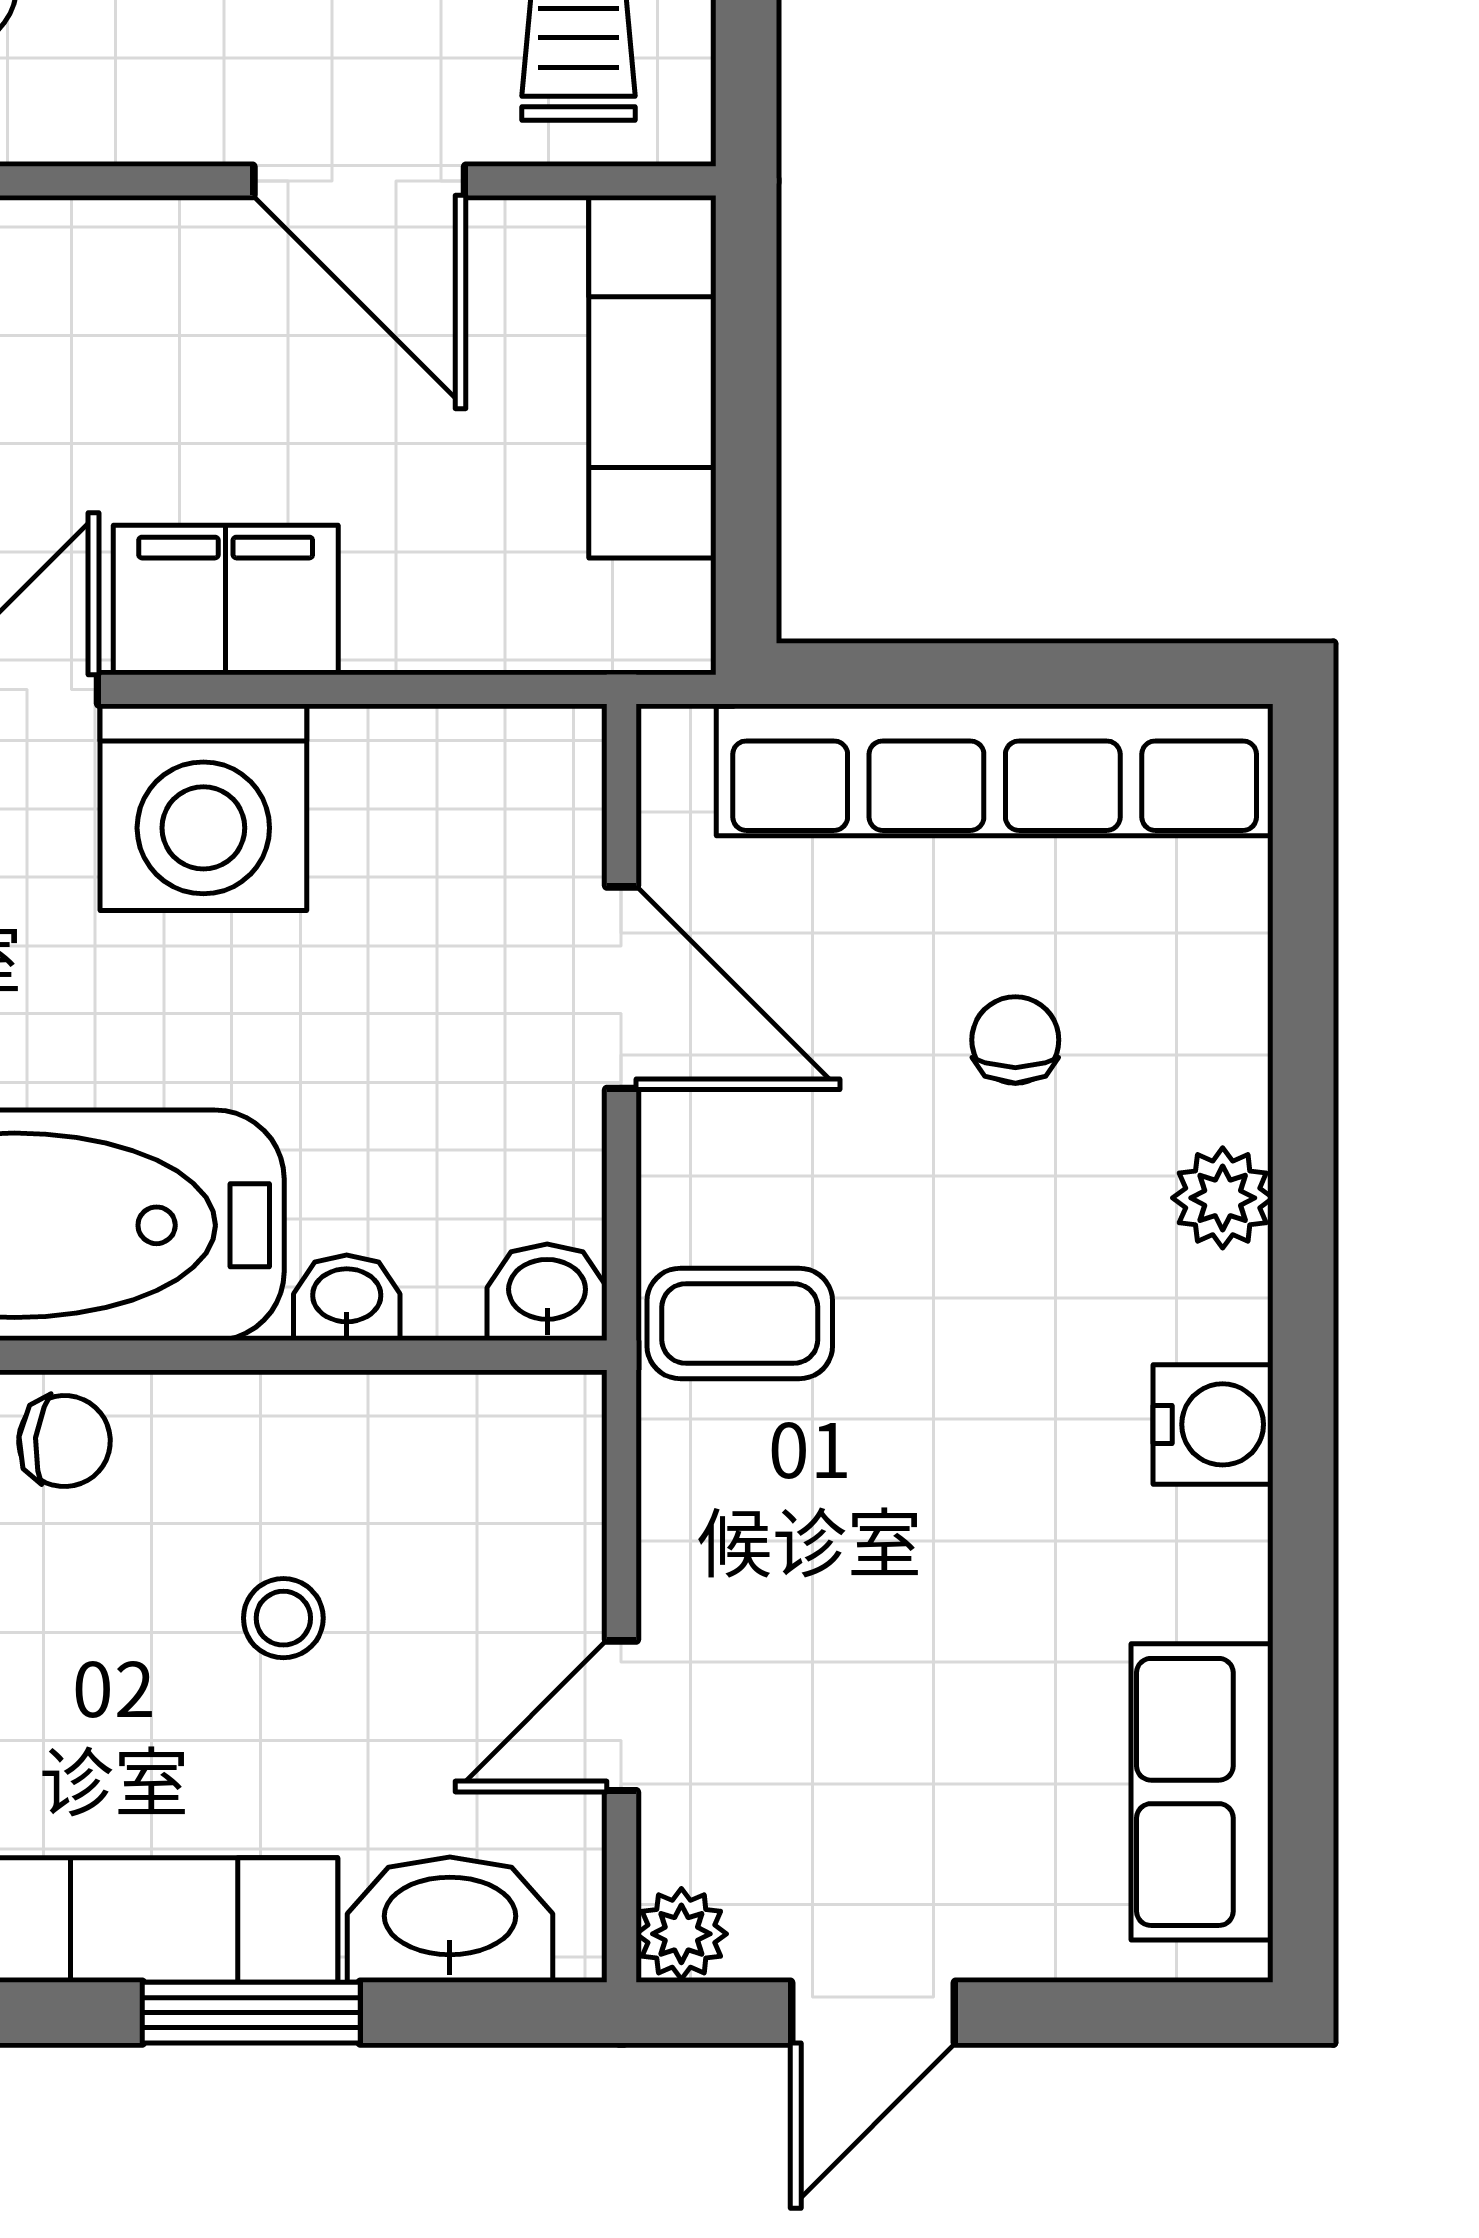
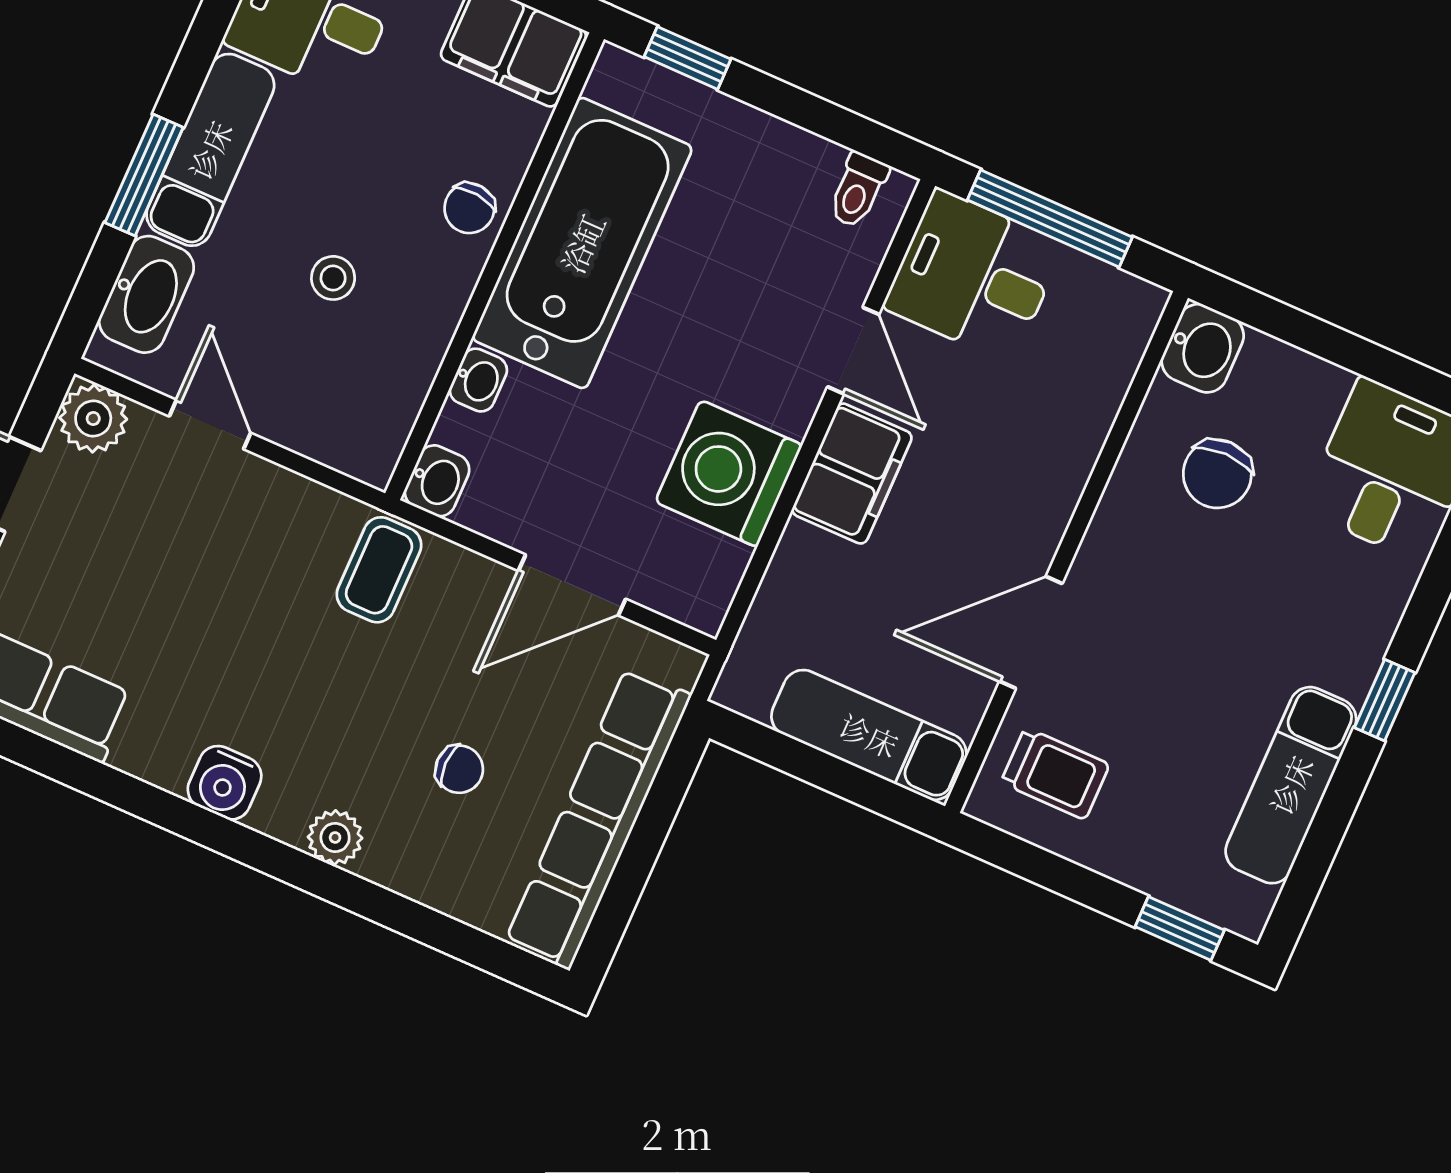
washing machine: (203, 807) -> (729, 474), moved
plant: (681, 1934) -> (93, 418), width x1.38, depth x1.38

